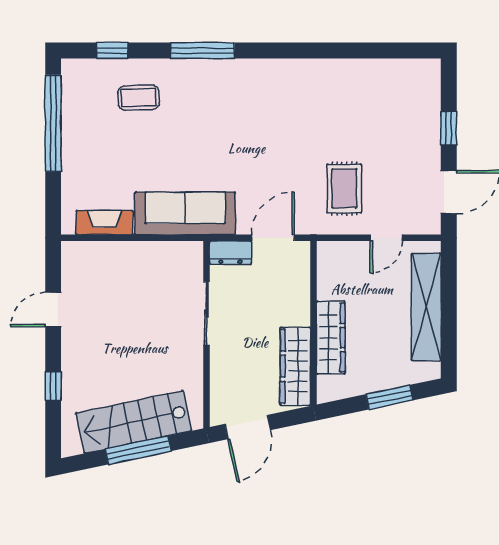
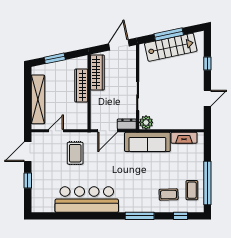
bar counter: (319, 87) -> (87, 199), added
coffee table: (87, 107) -> (192, 190), added
plant: (188, 256) -> (146, 122), added

